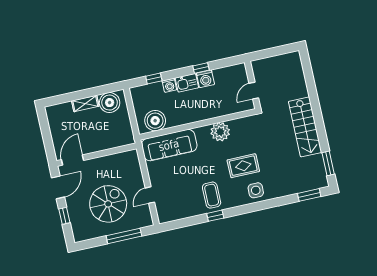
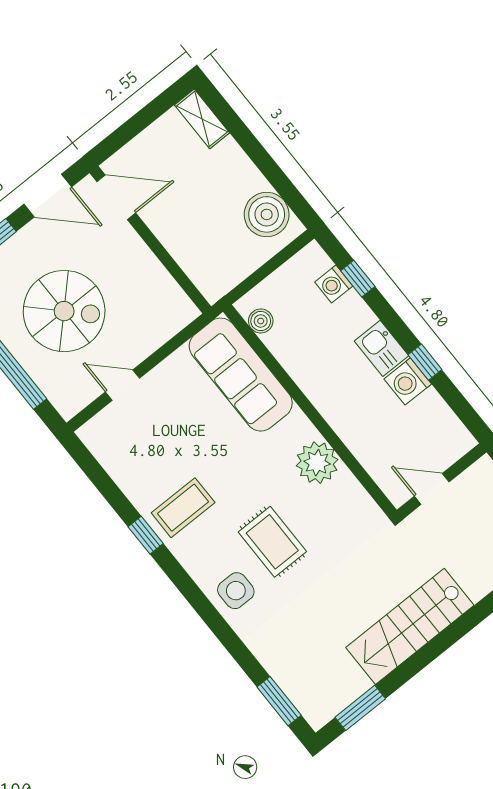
washing machine: (169, 85) -> (334, 284), moved
shelving: (85, 103) -> (202, 119), moved
boiler: (155, 121) -> (261, 321), width x0.54, depth x0.54

